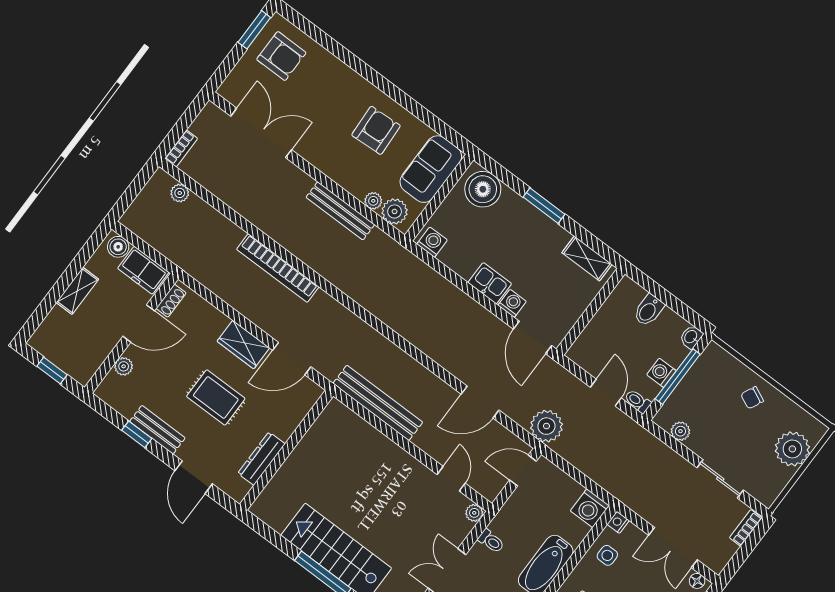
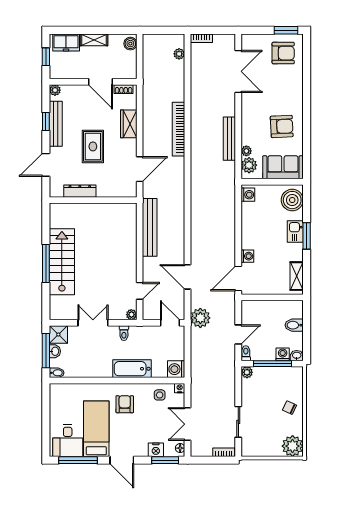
armchair: (281, 56) -> (283, 53), turned -90
freezer: (143, 270) -> (66, 42), moved, turned -90
kitchen sink: (490, 283) -> (295, 232), moved, turned 180
wardrobe: (243, 345) -> (129, 124), moved
door: (292, 359) -> (140, 169), swing flipped
plant: (124, 366) -> (55, 90), moved
washing machine: (661, 373) -> (283, 354), moved
bench: (157, 430) -> (56, 124), width x1.36
plant: (680, 431) -> (247, 372), moved
plant: (792, 449) -> (293, 446), moved

